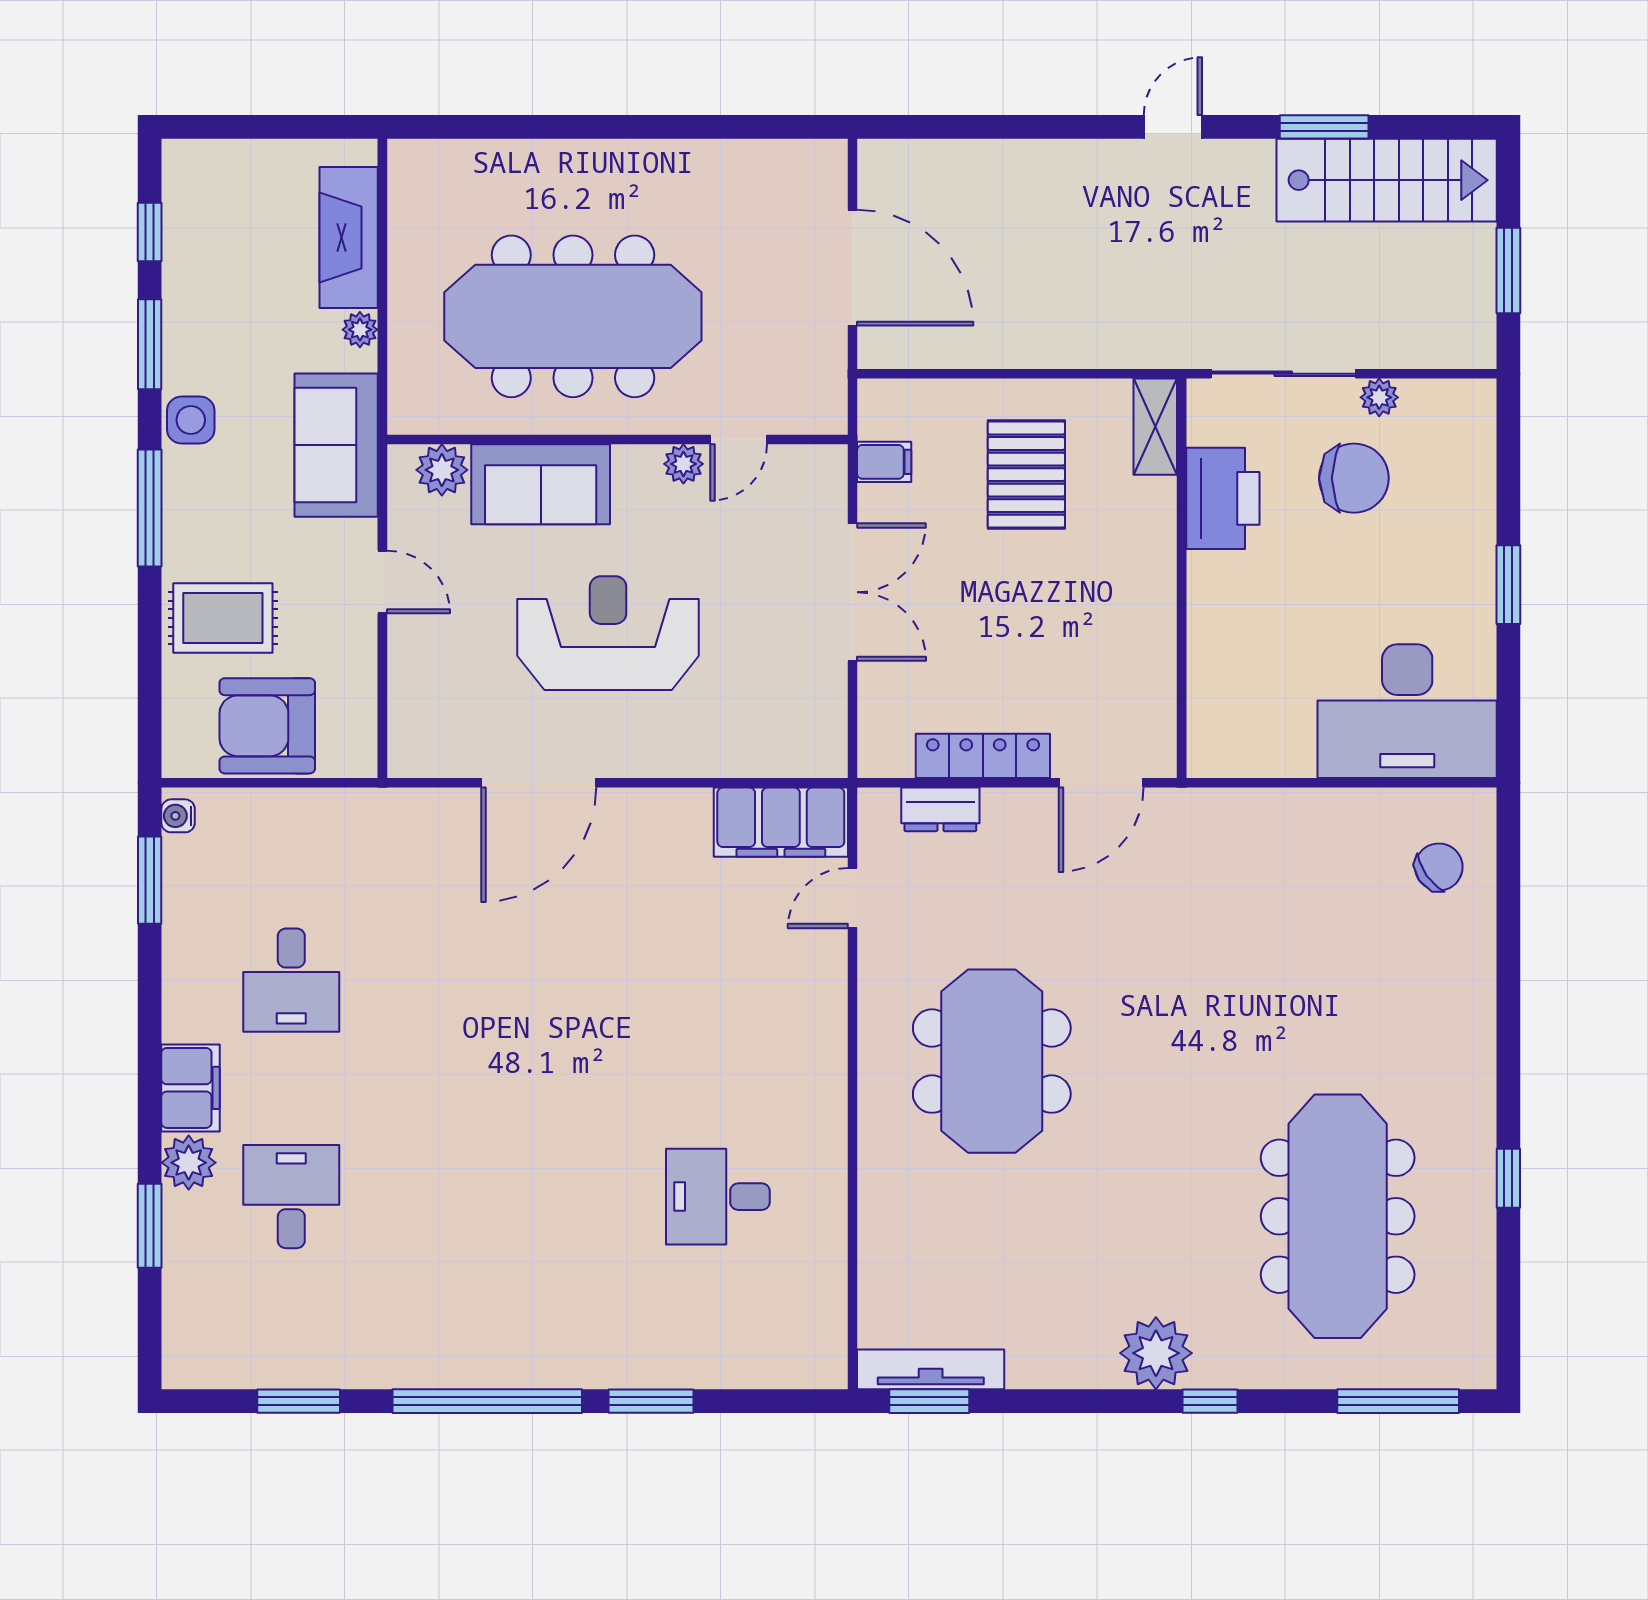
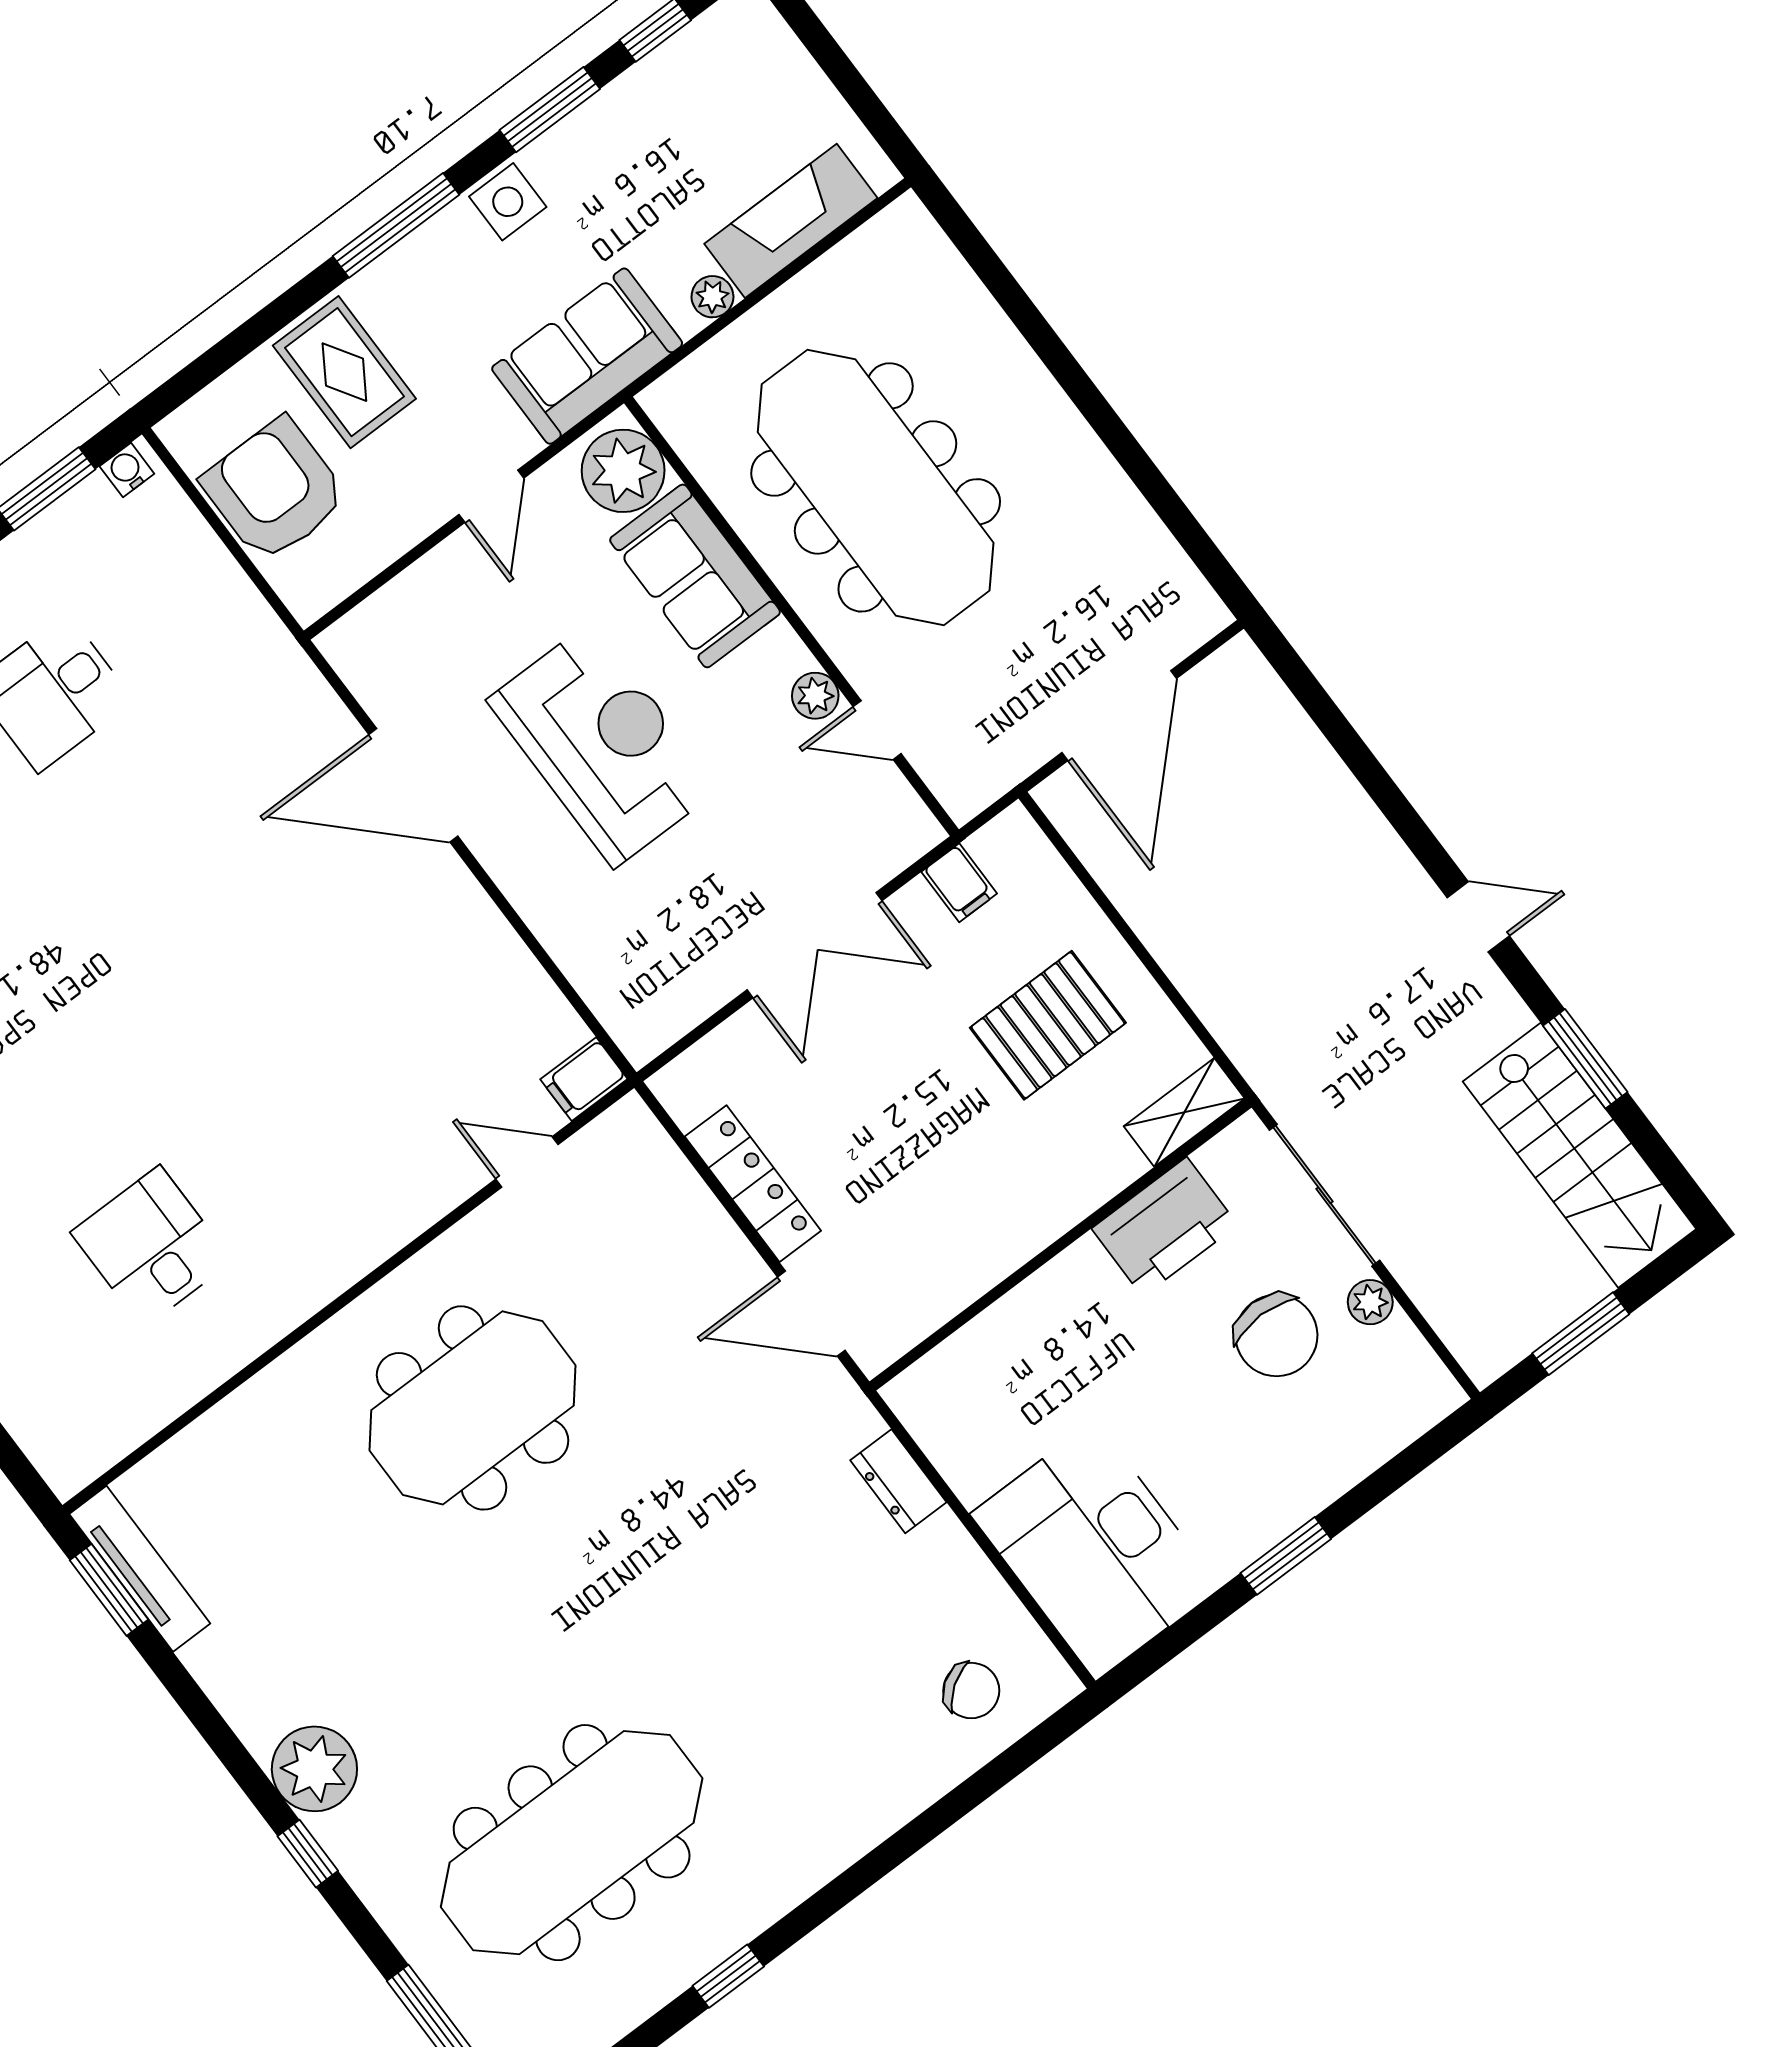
plant: (442, 470) -> (623, 471), width x1.36, depth x1.36
dresser: (940, 809) -> (898, 1481), moved
filing cabinet: (781, 822) -> (584, 1079), width x0.33, depth x0.86

